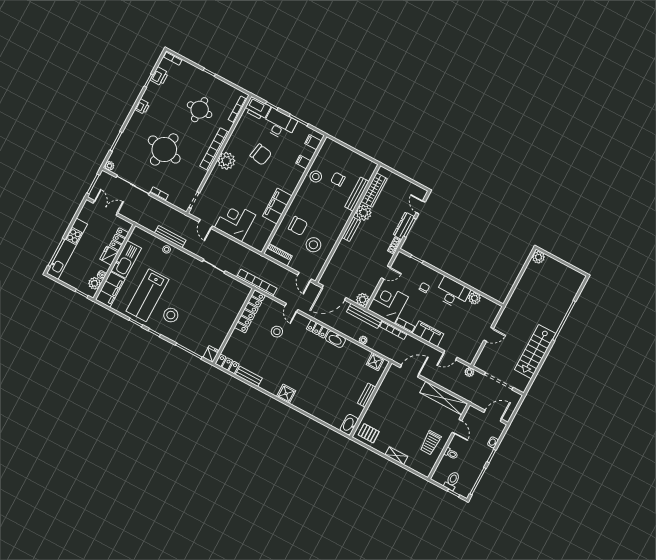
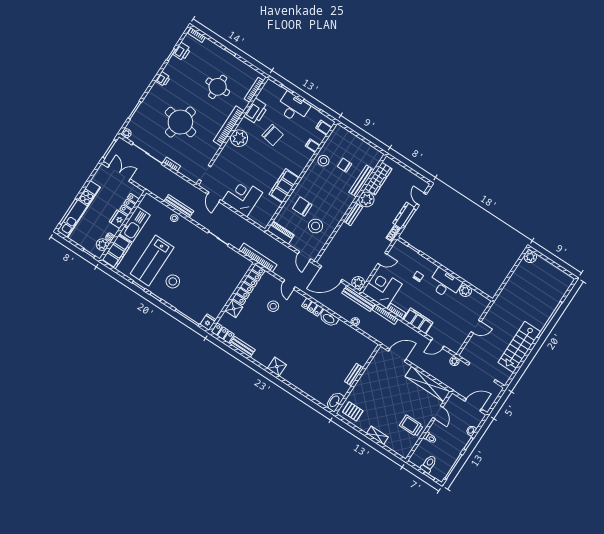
printer: (257, 109) -> (256, 111), moved, turned -90
chair: (298, 226) -> (302, 207), turned 180
shower: (375, 362) -> (234, 309), moved
trolley: (431, 443) -> (411, 426), turned 90

